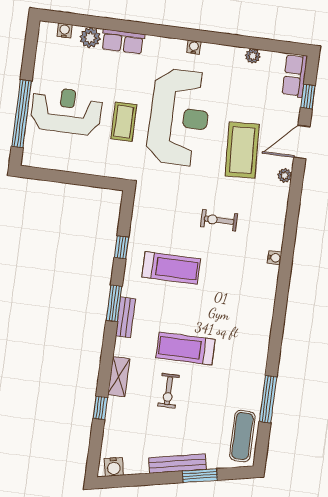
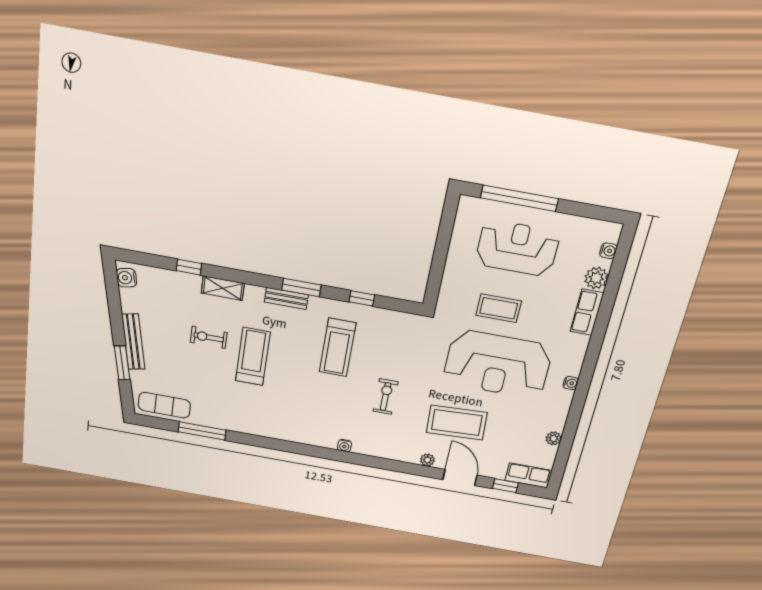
reception desk: (66, 111) -> (517, 248), turned -90

